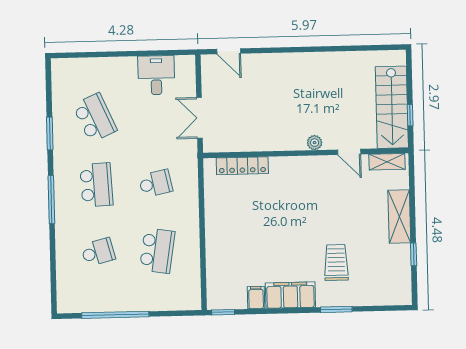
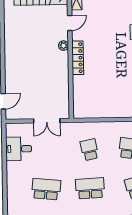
school desk: (95, 118) -> (46, 189), turned 30
locker: (242, 166) -> (78, 58), moved

